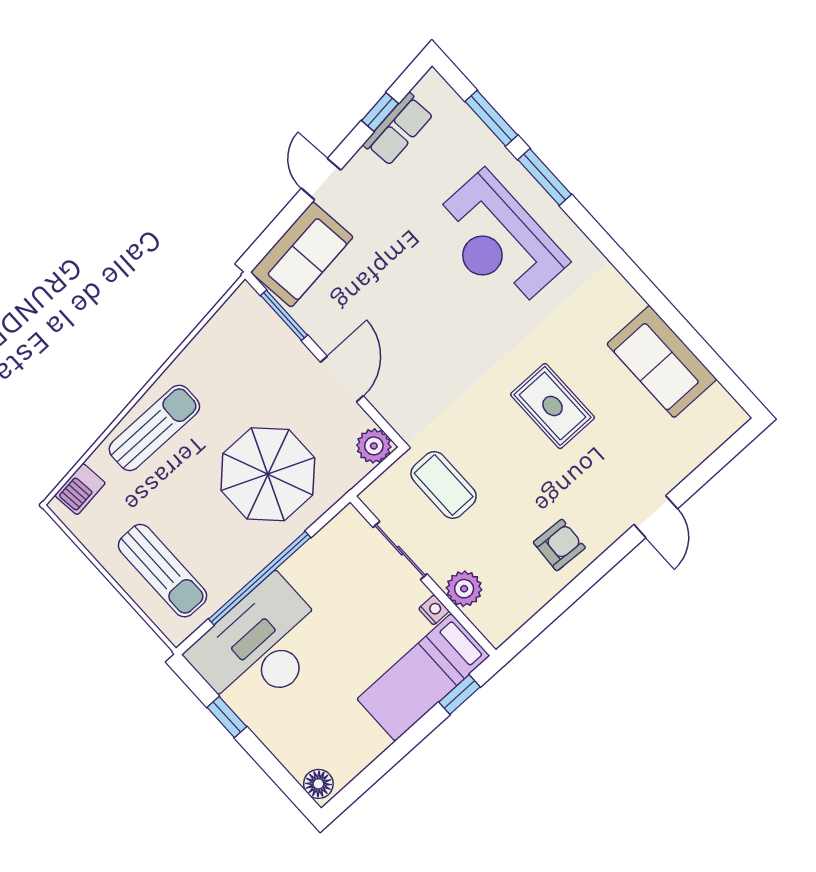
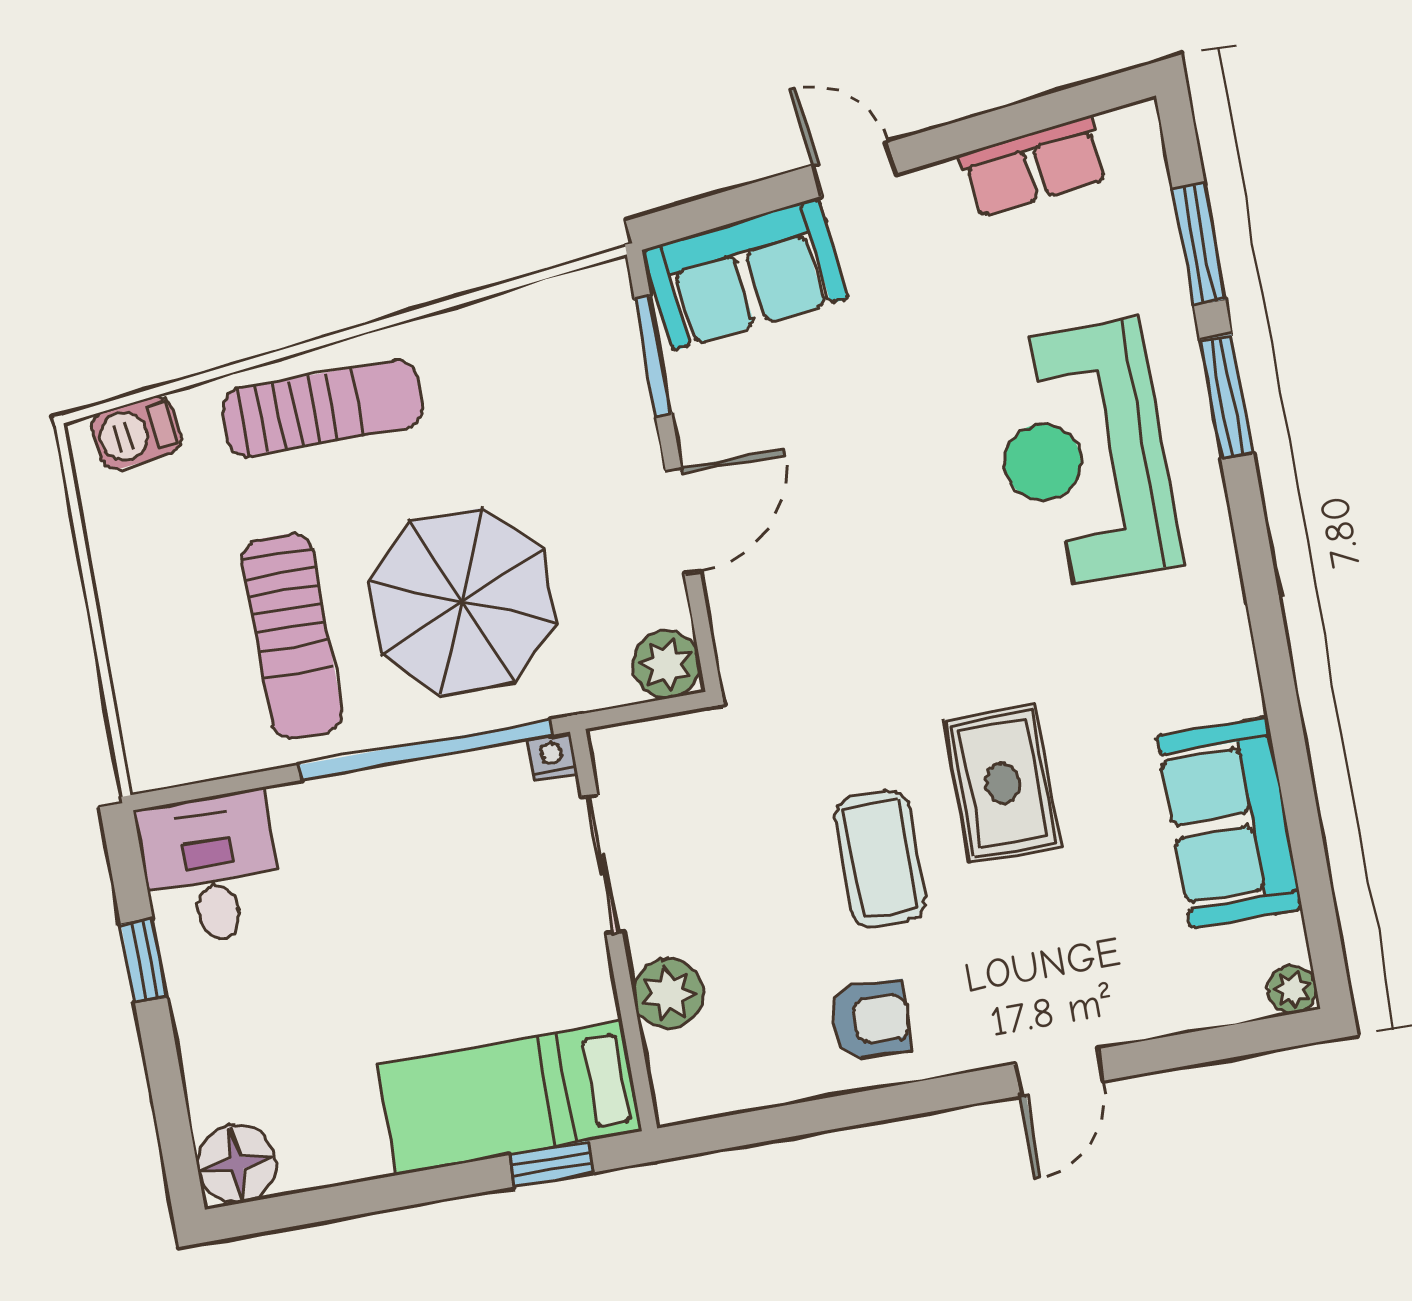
window: (380, 112) -> (1021, 119), removed
door: (321, 179) -> (855, 169), hinge flipped
plant: (735, 417) -> (1293, 990), added
coffee table: (444, 485) -> (880, 859), moved
sun lounger: (163, 571) -> (292, 636), moved
window: (260, 578) -> (426, 750), moved
nightstand: (434, 610) -> (552, 756), moved, turned -90
desk: (260, 647) -> (211, 869), width x0.53, depth x0.77
floor lamp: (318, 784) -> (236, 1164), width x1.38, depth x1.38

